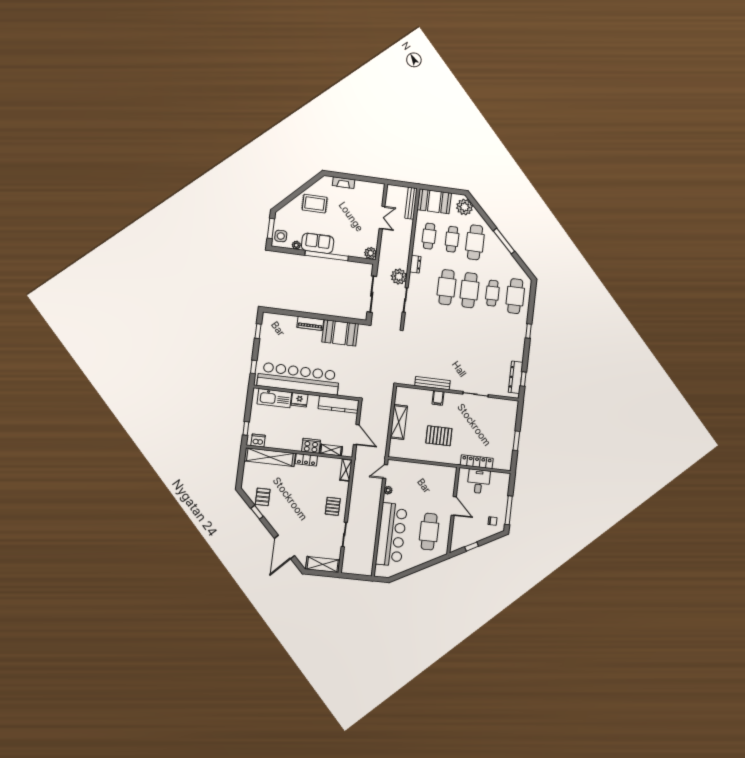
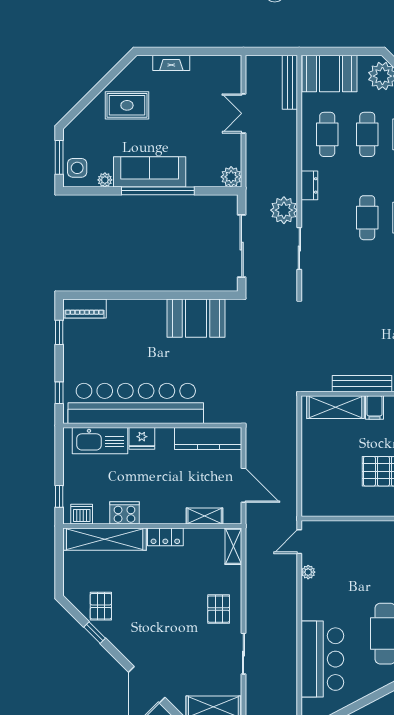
double door: (382, 218) -> (243, 113), swing flipped
sofa: (318, 243) -> (150, 172), width x1.36
cafe table: (447, 287) -> (367, 218), width x0.73, depth x0.74
piano: (310, 323) -> (85, 309), moved
shelving: (399, 422) -> (336, 407), moved, turned 90
cooker: (311, 446) -> (124, 513), moved
bar counter: (391, 534) -> (322, 659), width x0.73

